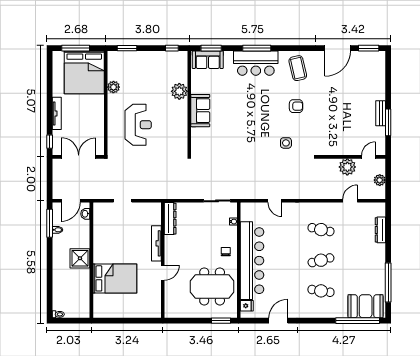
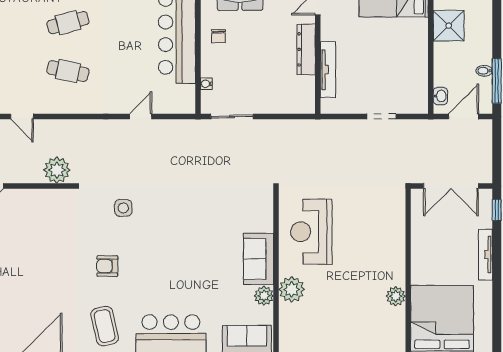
plant: (197, 87) -> (264, 296), added
reception desk: (138, 125) -> (311, 232), moved
plant: (347, 167) -> (57, 170), moved
door: (275, 201) -> (141, 116), hinge flipped
door: (350, 201) -> (22, 116), hinge flipped
dresser: (170, 219) -> (306, 49), moved
tv unit: (156, 243) -> (328, 70), moved

